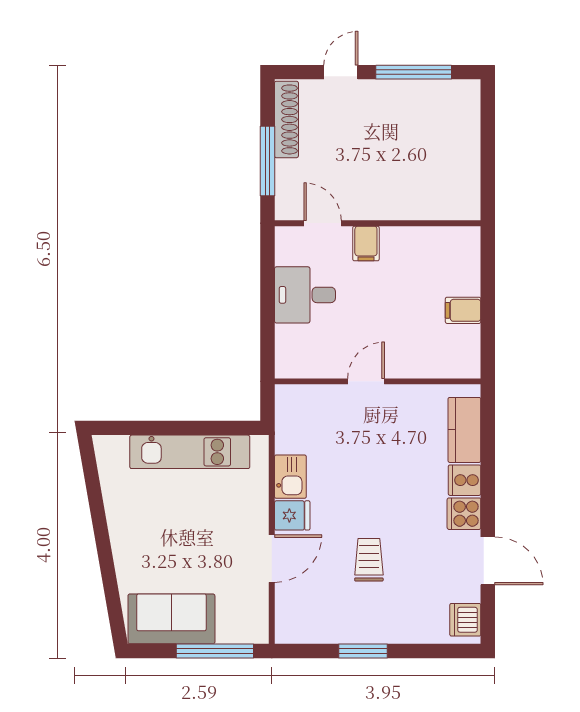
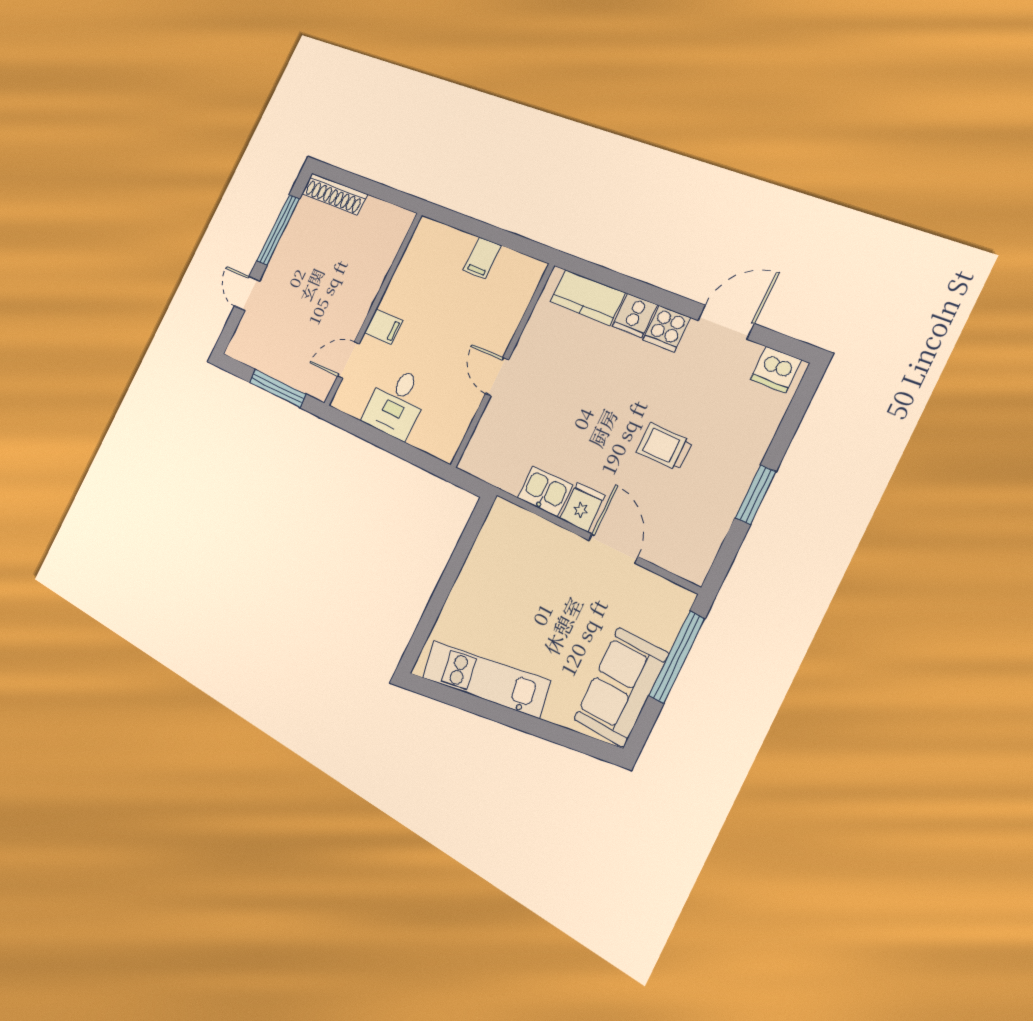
shoe rack: (286, 119) -> (334, 194), moved, turned 180
kitchen unit: (190, 452) -> (485, 679), moved, turned -100

